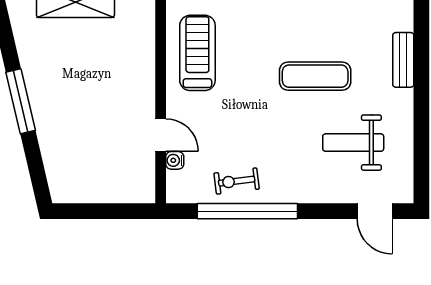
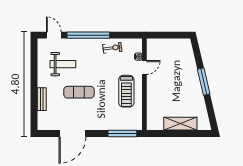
treadmill: (197, 53) -> (126, 91), moved
door: (161, 135) -> (144, 67), swing flipped
window: (247, 211) -> (88, 35), moved

